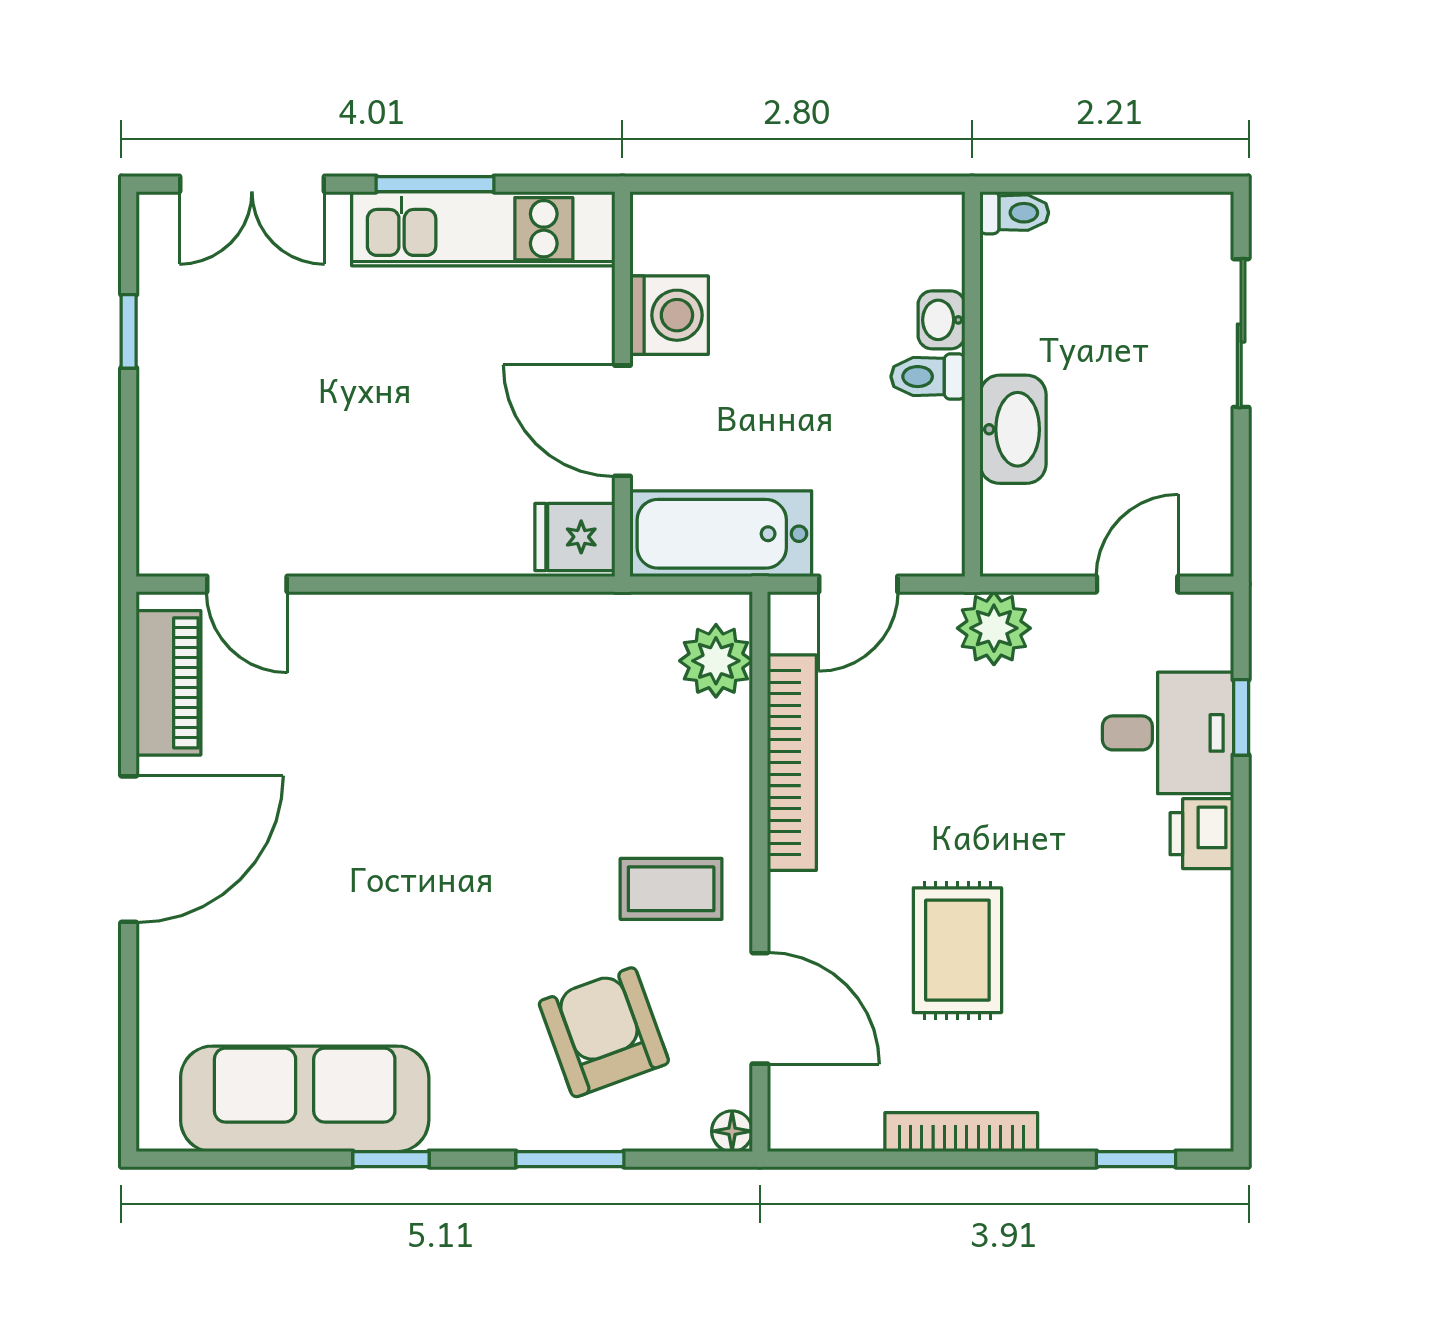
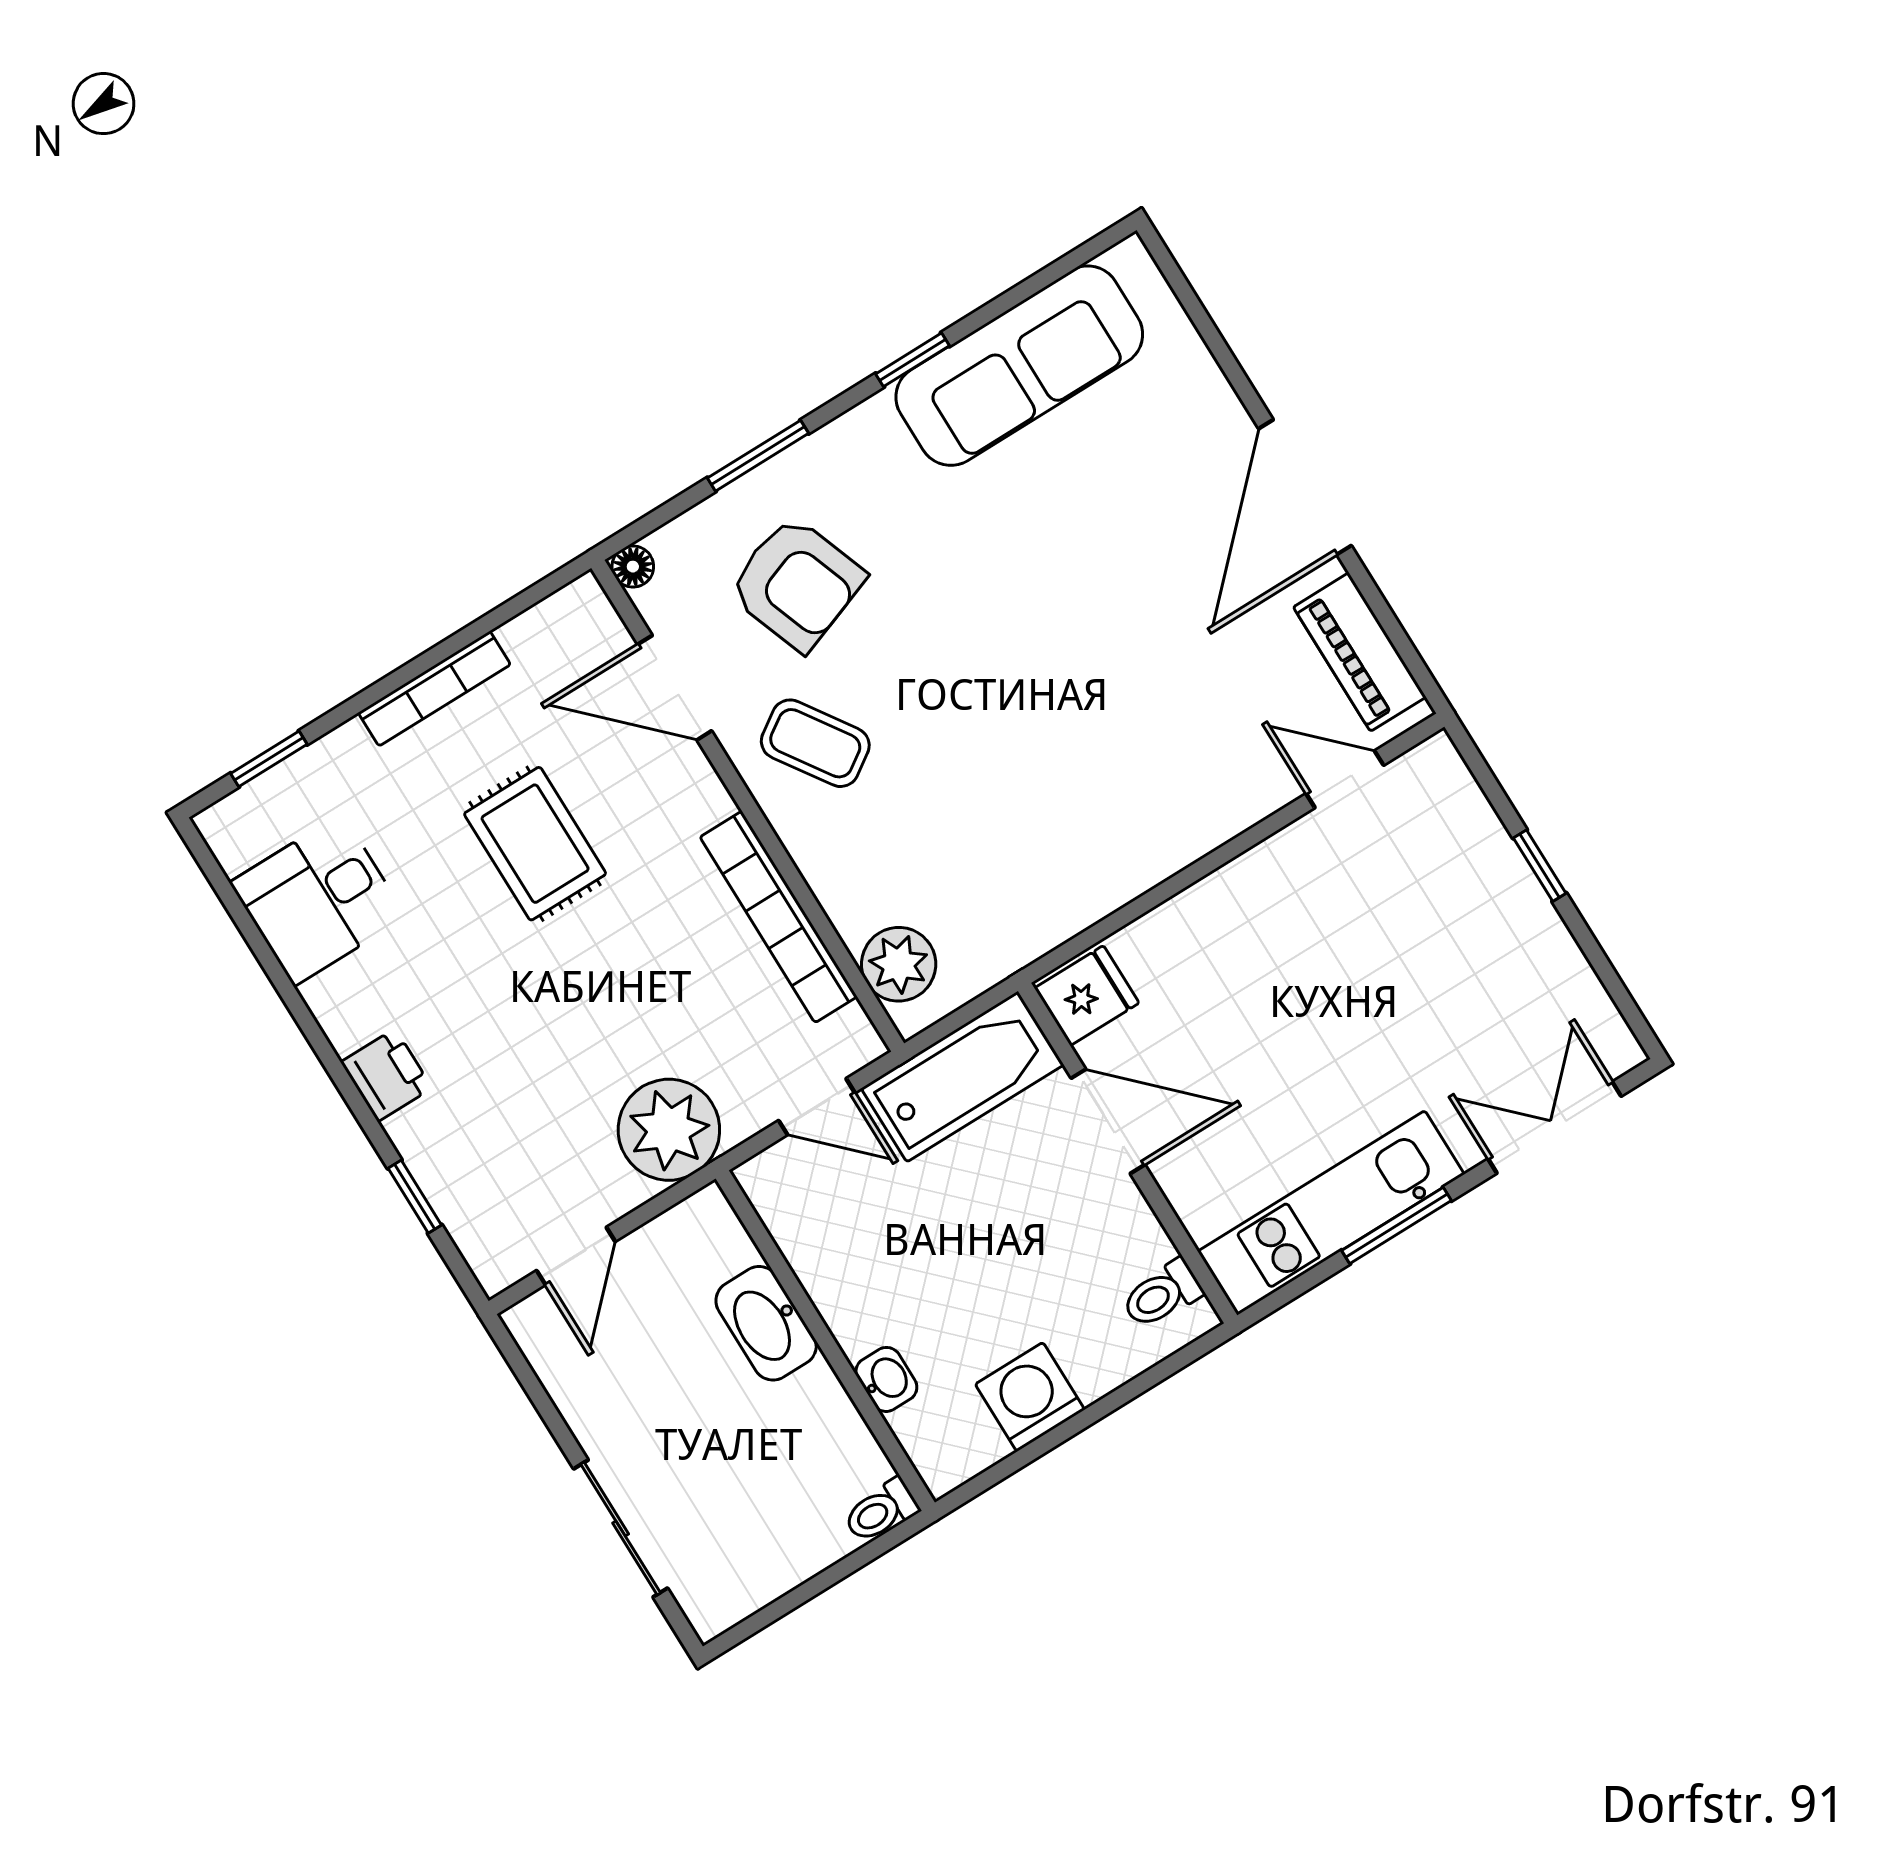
washing machine: (669, 315) -> (1030, 1397), moved, turned 90
window: (129, 331) -> (1540, 866), moved
toilet: (928, 377) -> (1162, 1294), moved, turned 180
door: (858, 584) -> (817, 1107), swing flipped
plant: (994, 628) -> (669, 1130), width x1.36, depth x1.36
desk: (1168, 733) -> (318, 900), moved
coffee table: (671, 889) -> (815, 743), turned 56

